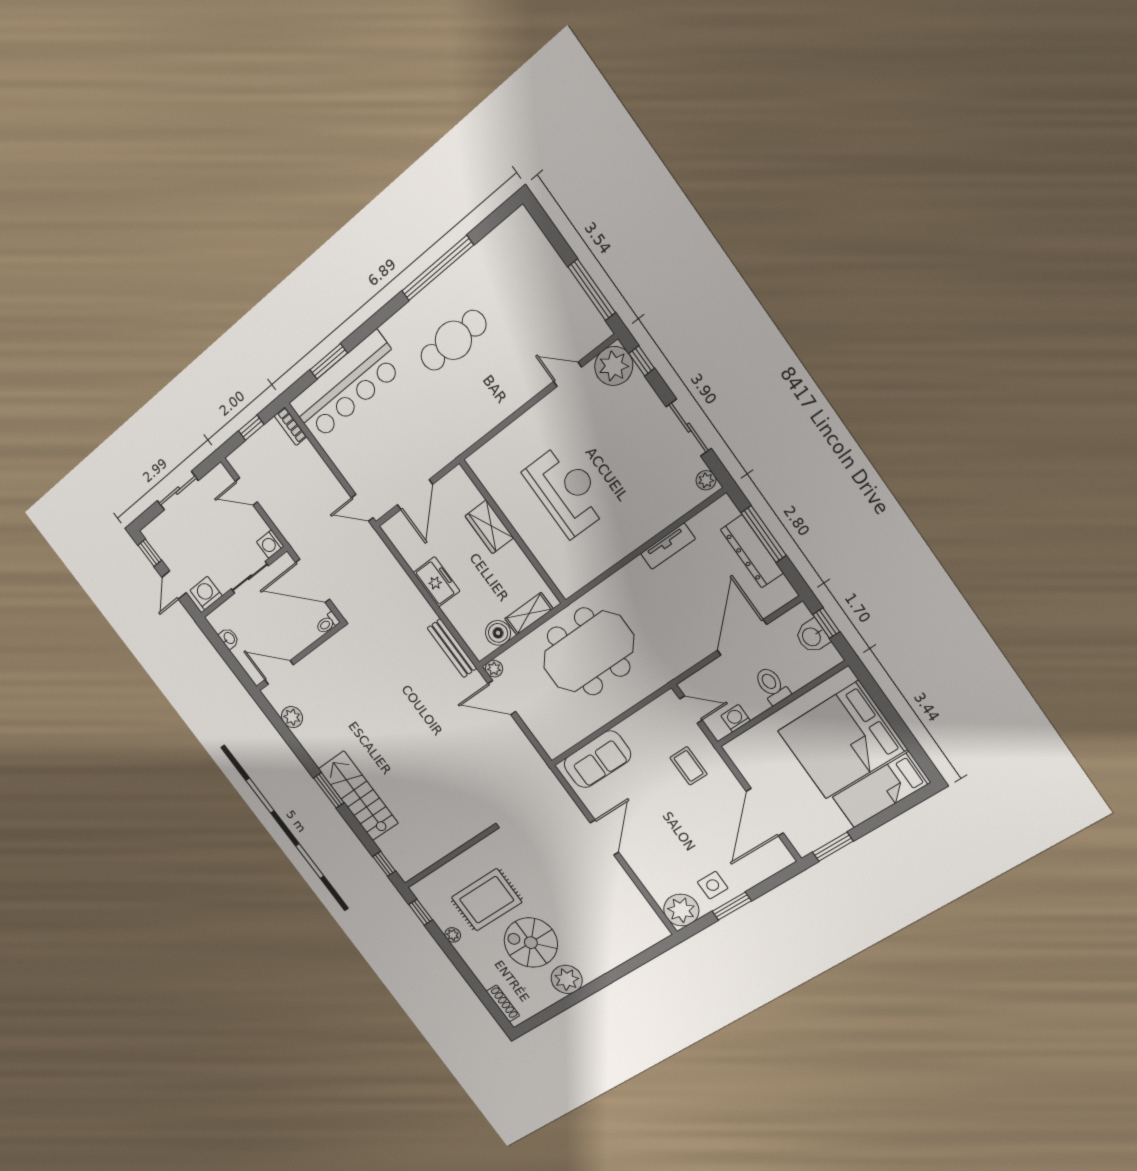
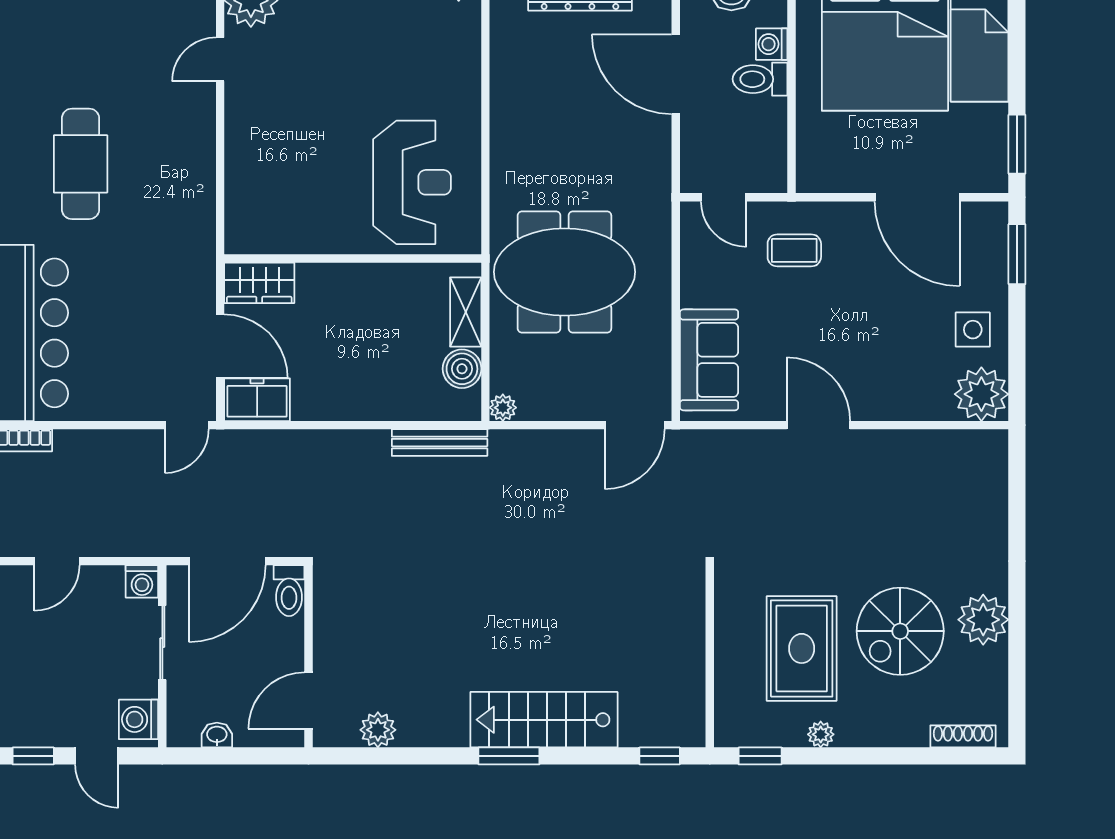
reception desk: (566, 491) -> (412, 182), moved, turned 90
wardrobe: (489, 527) -> (259, 283), moved
tv unit: (668, 546) -> (504, 85), removed
freezer: (437, 582) -> (257, 400), moved
toilet: (327, 623) -> (289, 591), width x1.37, depth x1.39
meeting table: (589, 652) -> (564, 272), turned 90
door: (502, 698) -> (635, 425), moved
door: (691, 709) -> (724, 197), swing flipped
washing machine: (736, 718) -> (772, 44), moved
window: (732, 906) -> (1017, 254), moved

